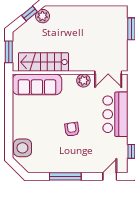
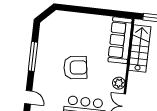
armchair: (72, 129) -> (75, 68), width x1.88, depth x1.88
side table: (22, 148) -> (63, 20), removed

